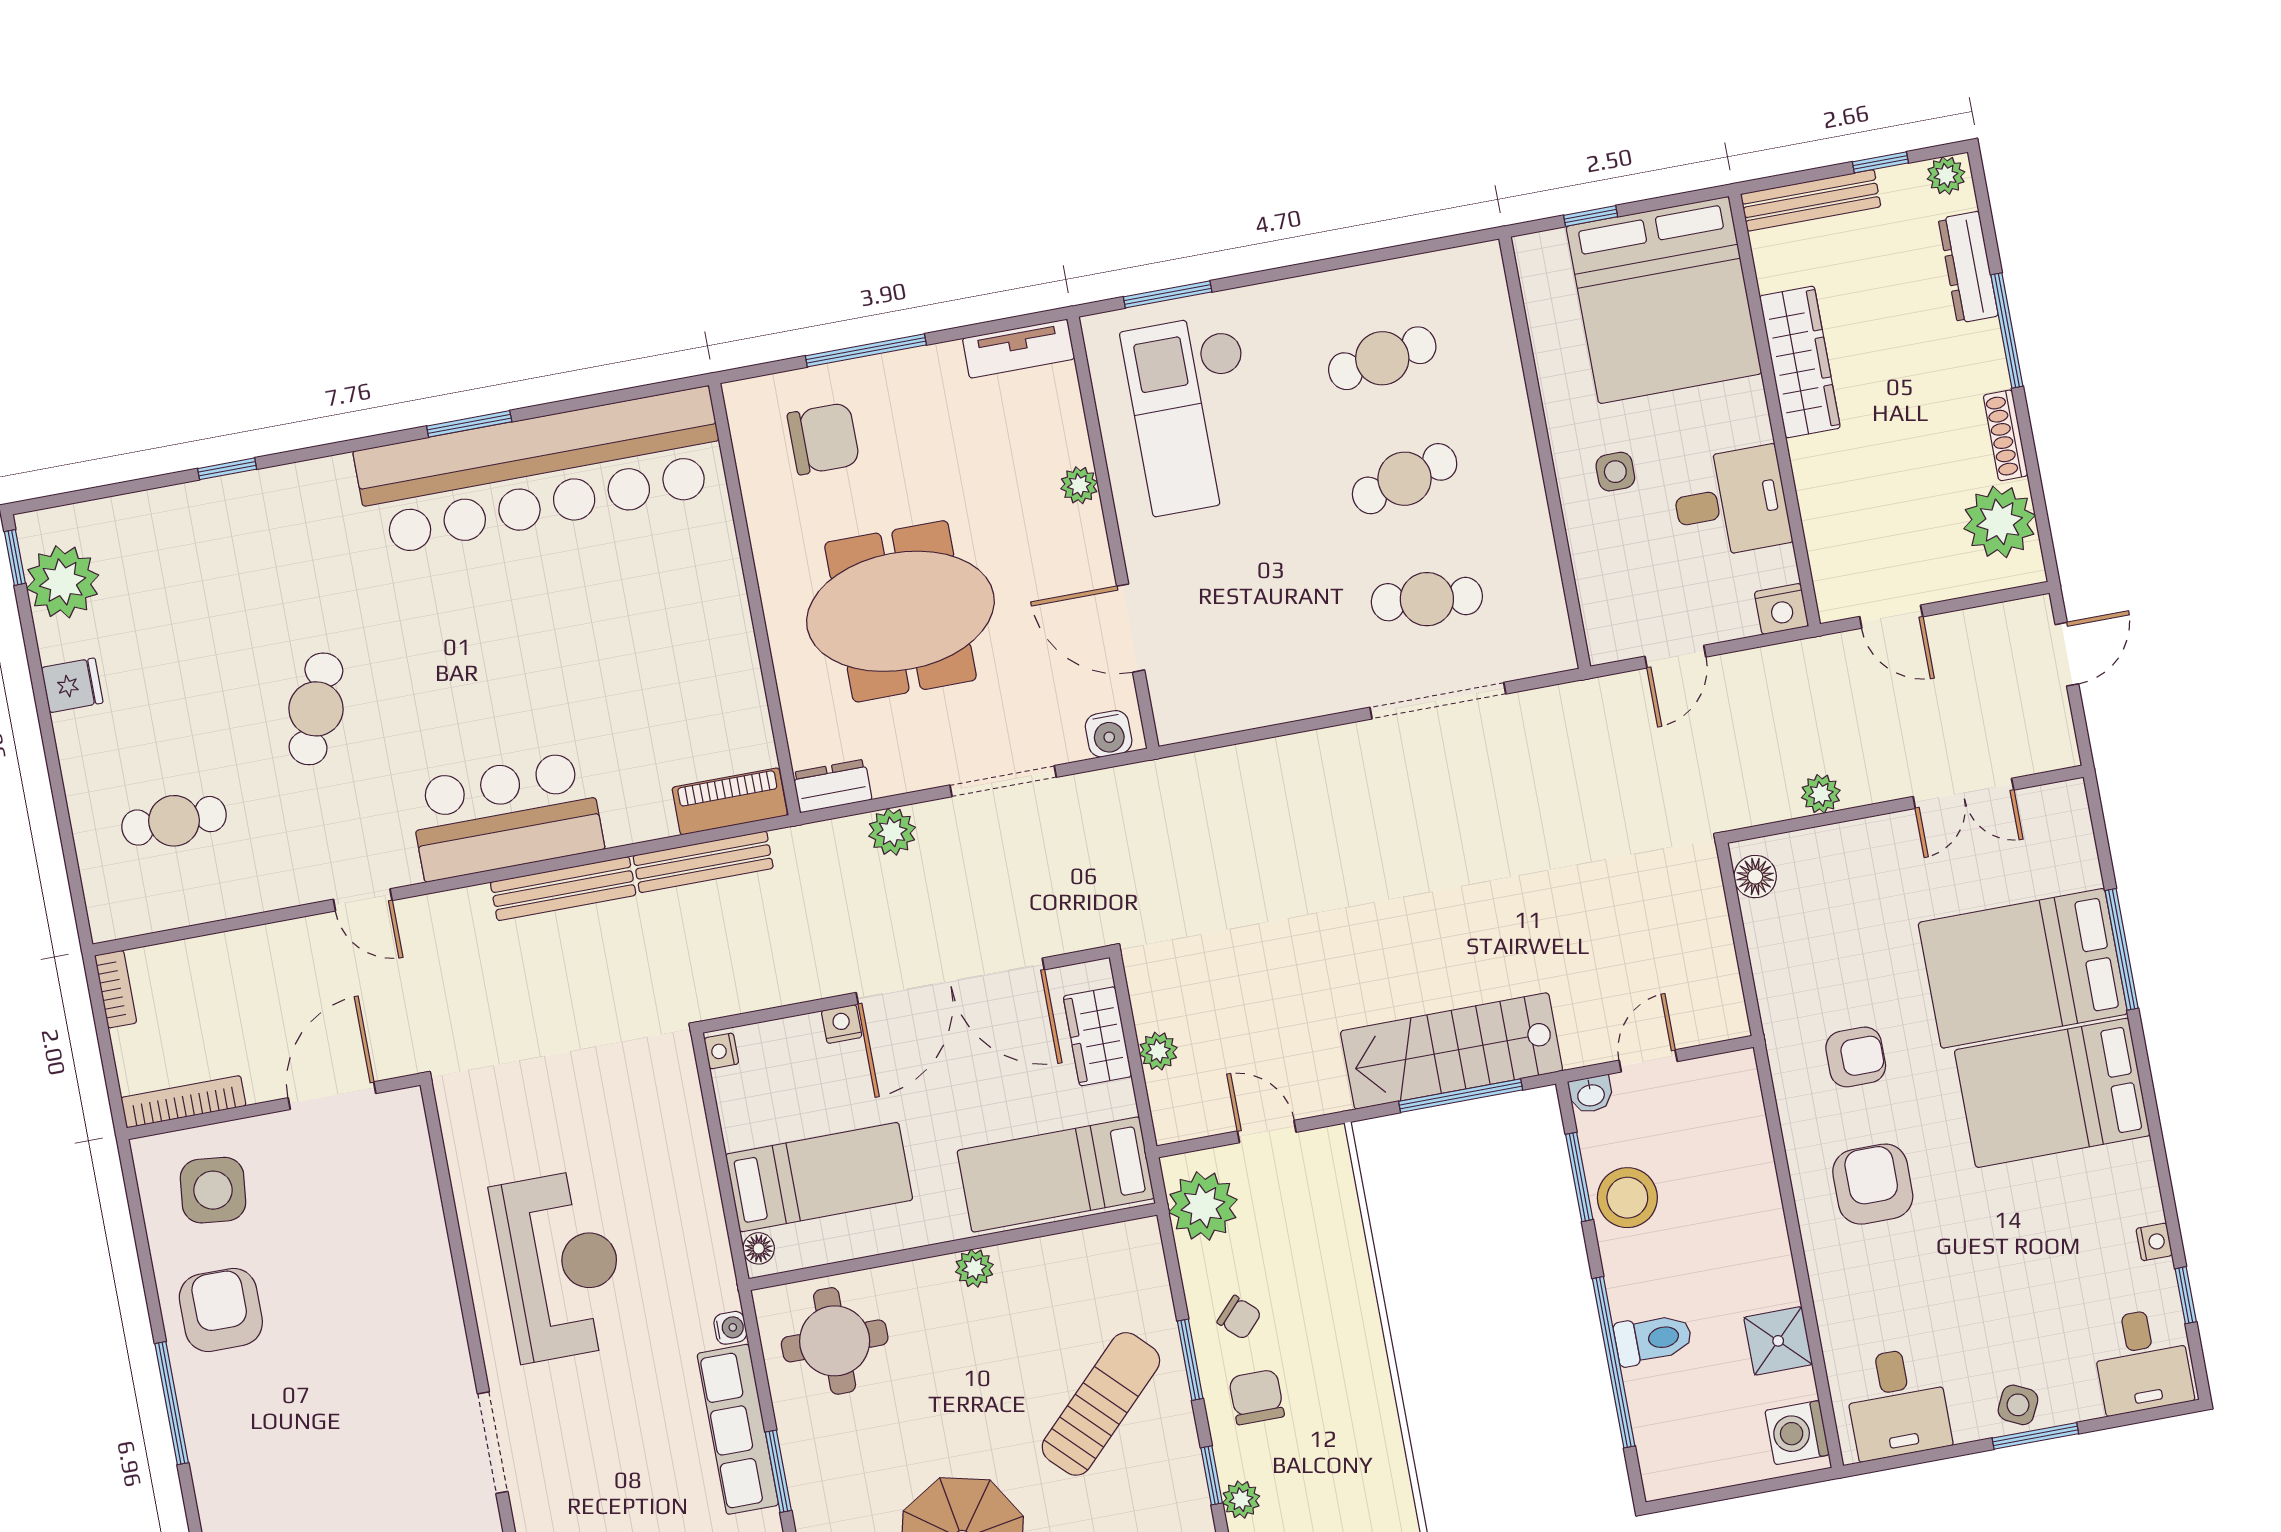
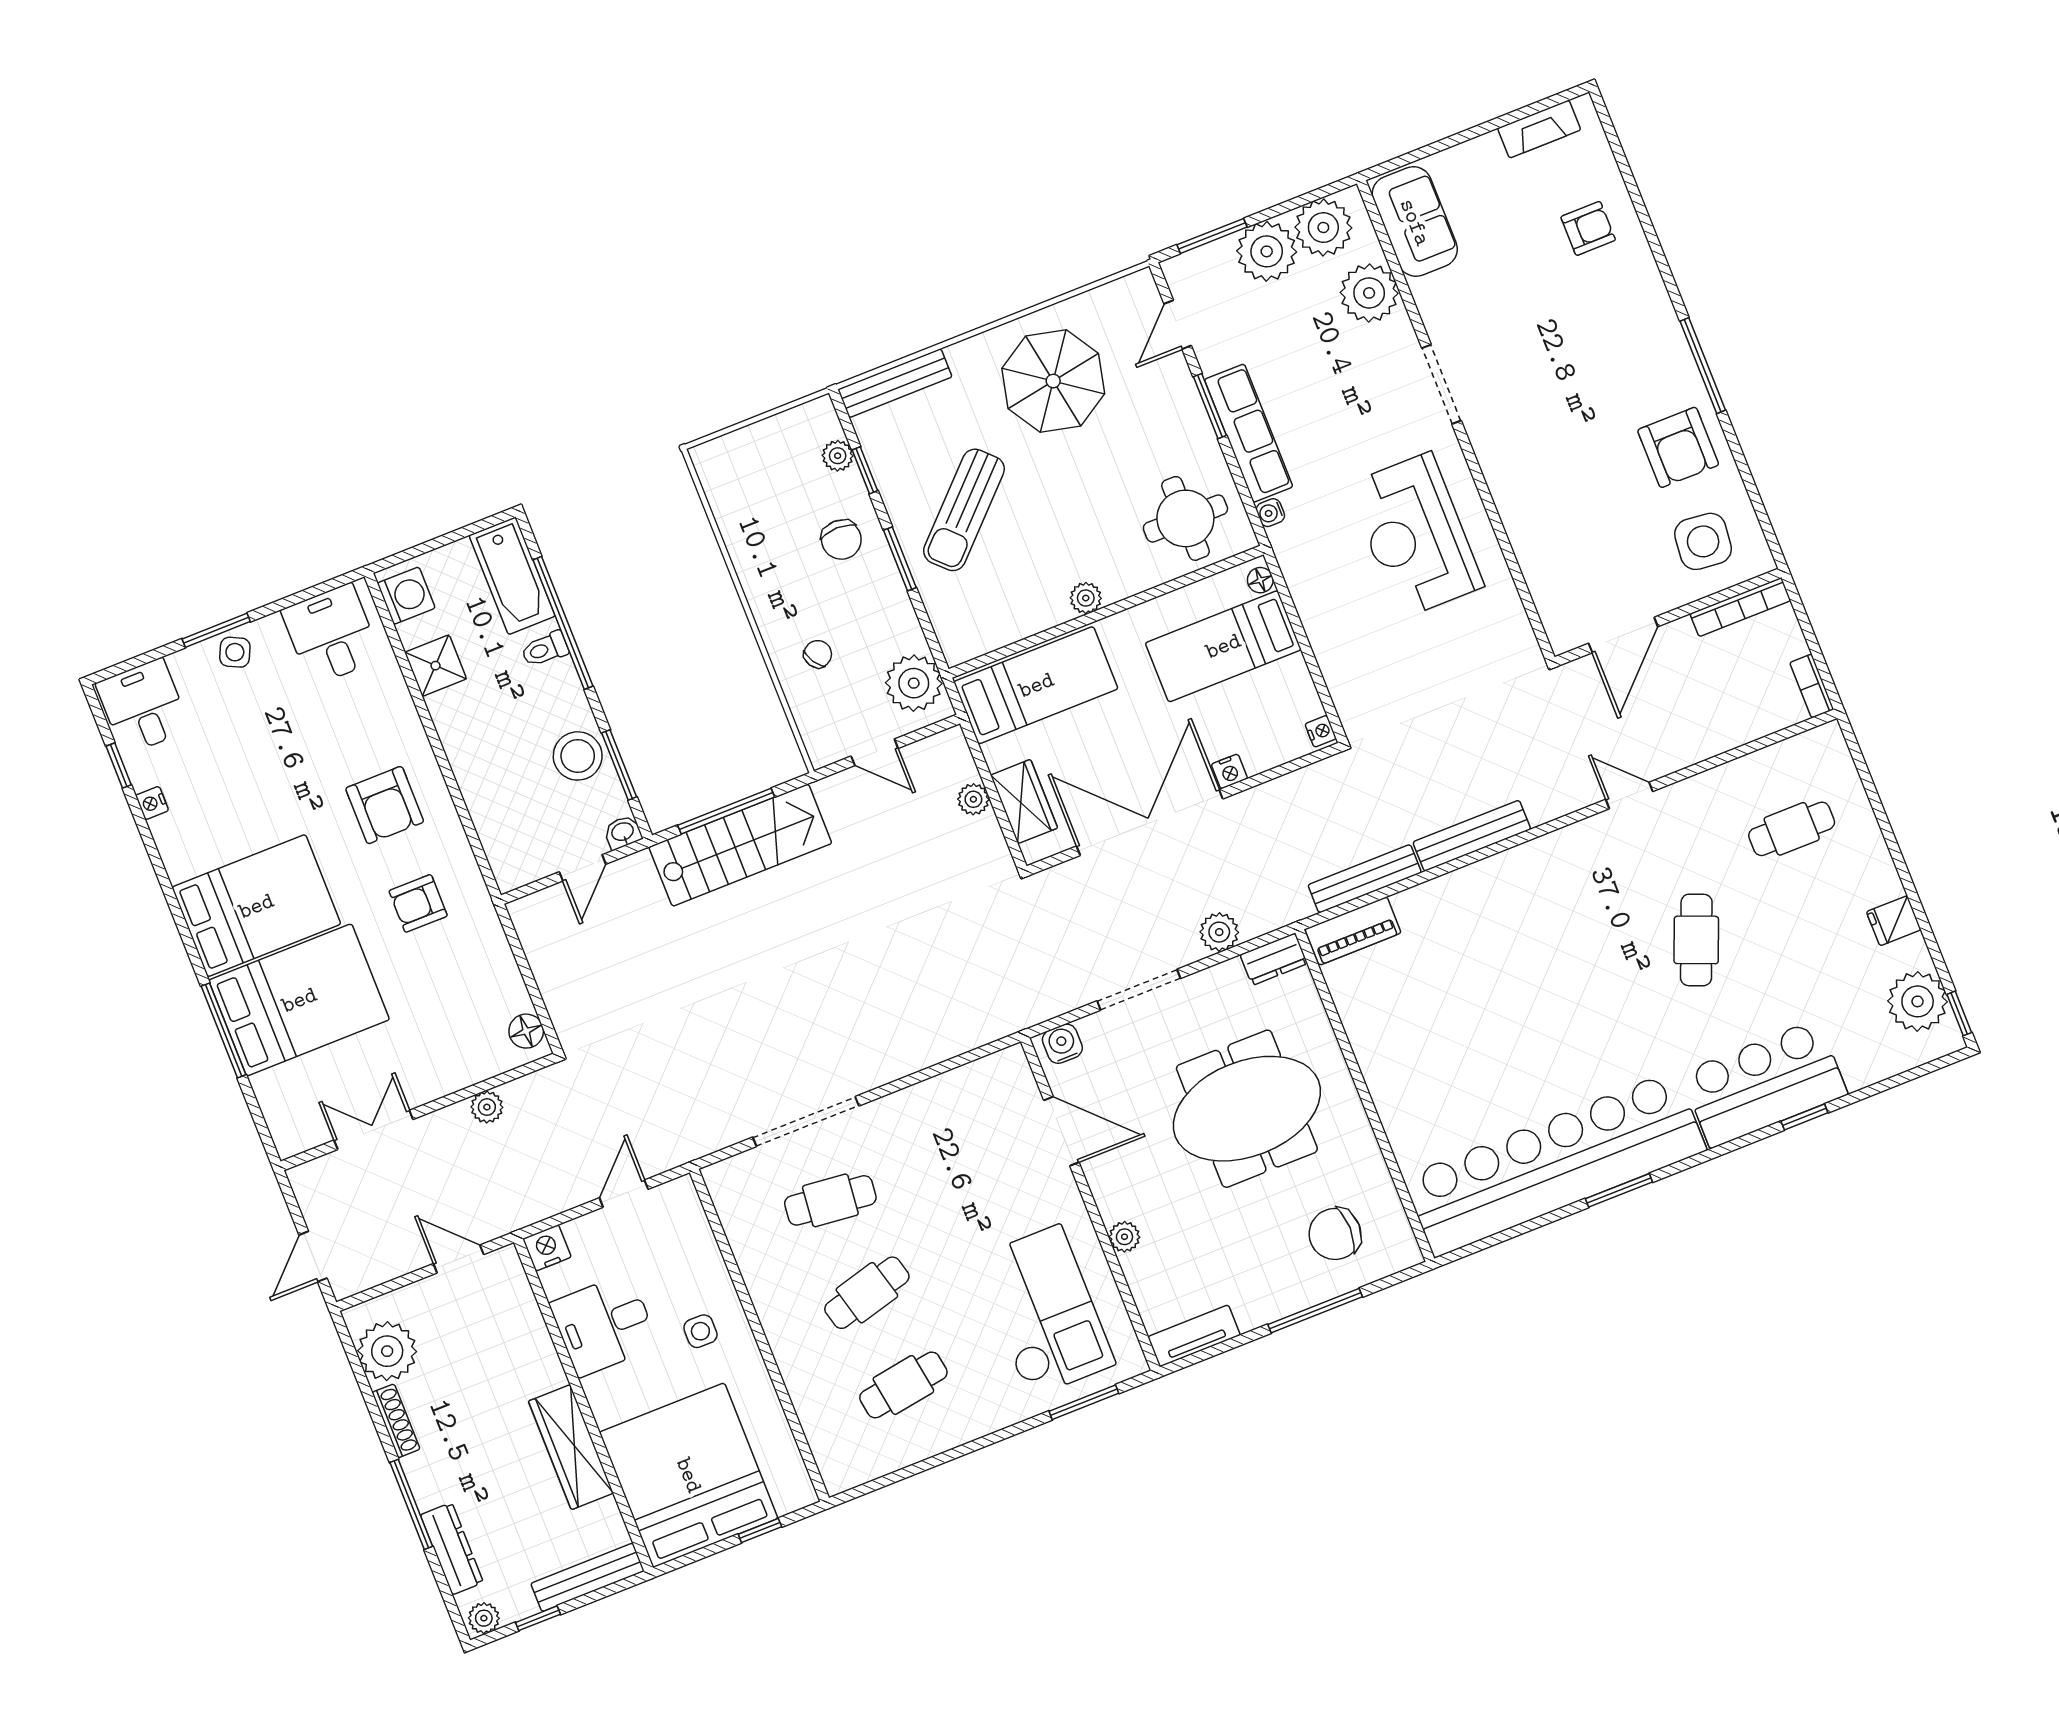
bar counter: (506, 816) -> (1764, 1084), moved, turned 180
chair: (1239, 1318) -> (818, 654), moved, turned 105
toilet: (1653, 1339) -> (545, 649), width x0.73, depth x0.72
bathtub: (1664, 1432) -> (512, 576), added

